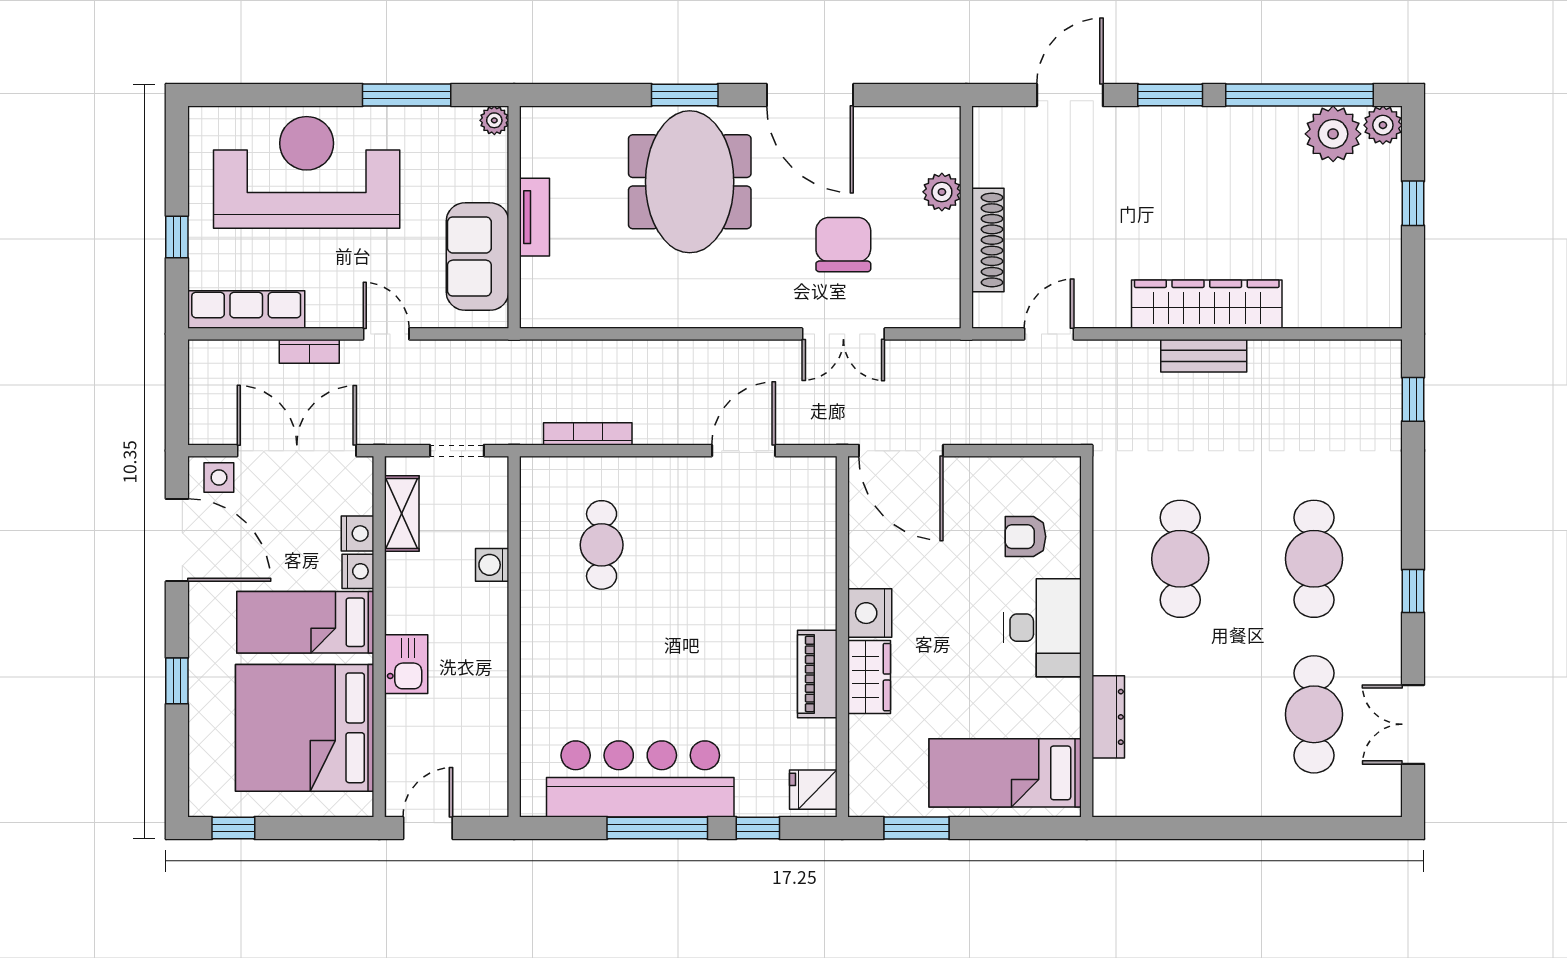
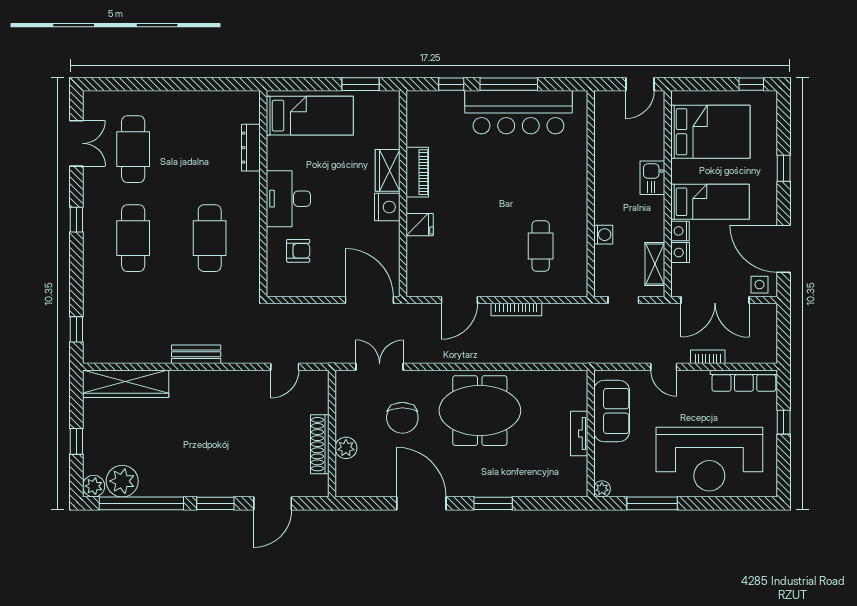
meeting table: (690, 182) -> (480, 411), moved, turned 90
shoe rack: (988, 240) -> (320, 444), moved
wardrobe: (1207, 304) -> (126, 384), moved
double door: (843, 334) -> (380, 367), moved
bookcase: (588, 434) -> (516, 310), moved
bed: (305, 728) -> (710, 132), width x0.73
fridge: (813, 790) -> (420, 225), moved

